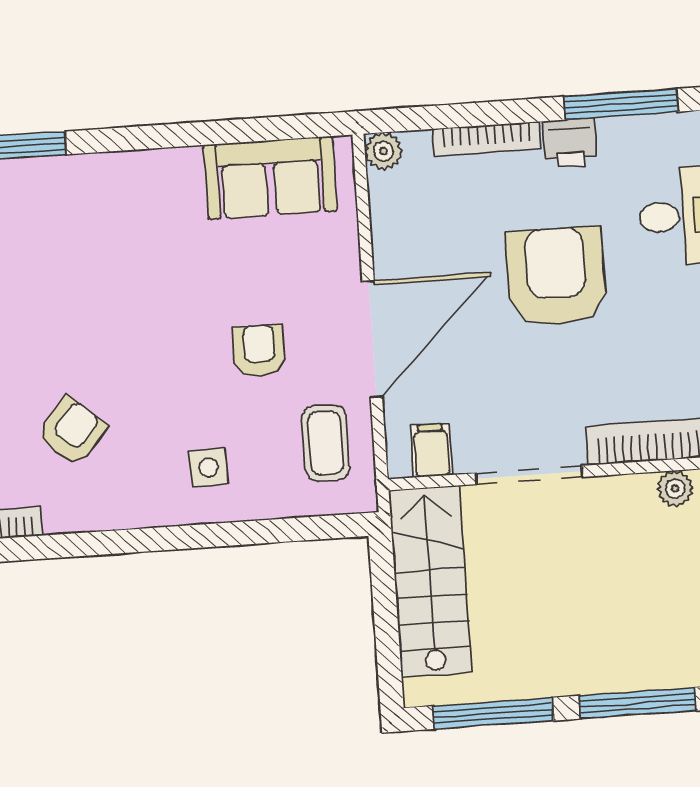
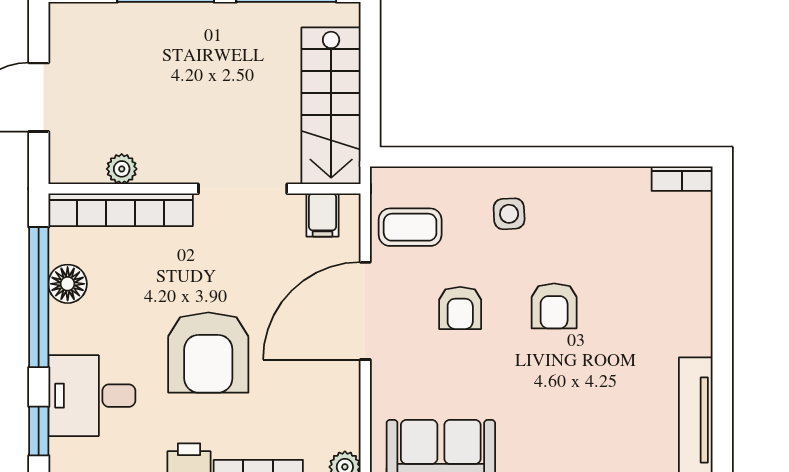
armchair: (72, 431) -> (554, 306), moved, turned -42
coffee table: (326, 443) -> (410, 227), turned 90

